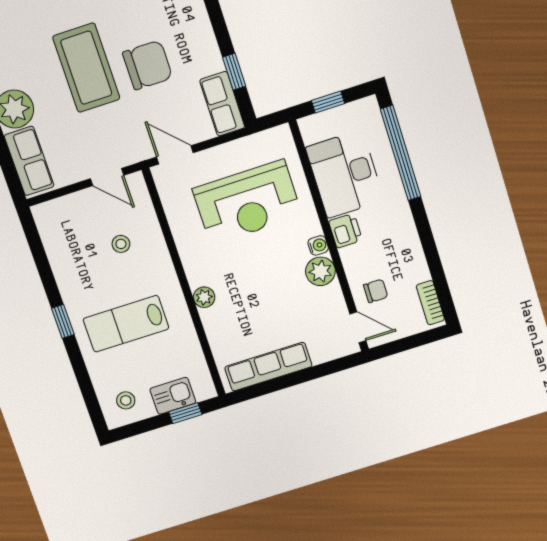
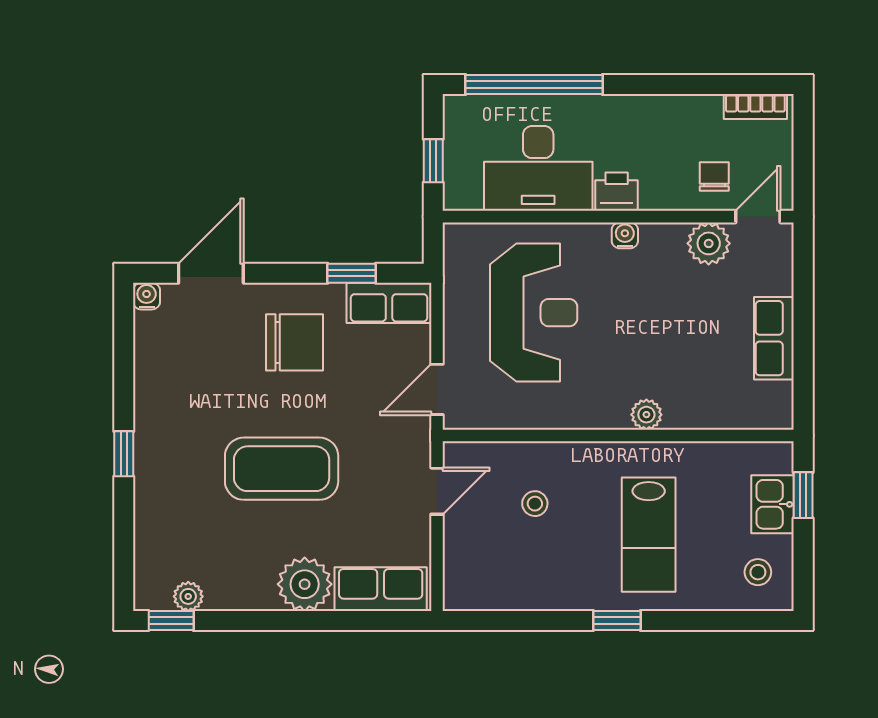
chair: (147, 65) -> (295, 342), moved, turned 90
plant: (320, 271) -> (709, 243), moved
row of seats: (268, 367) -> (774, 338), width x0.68

